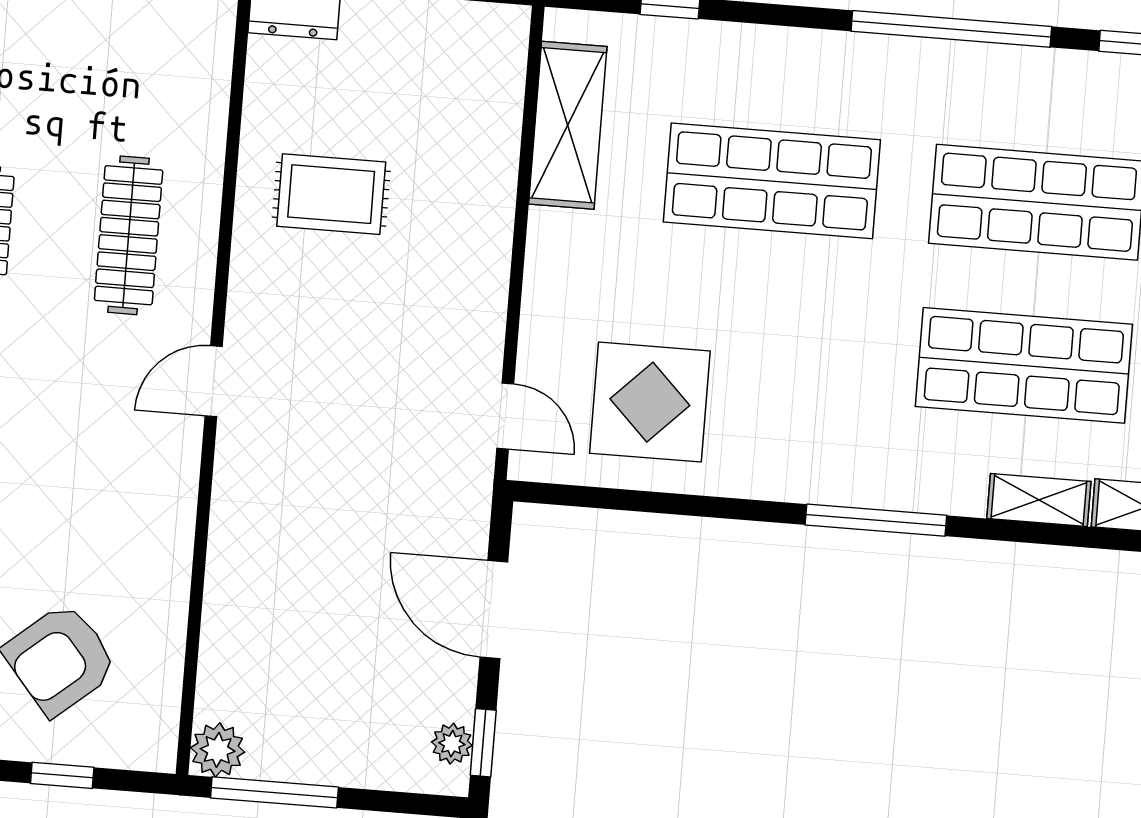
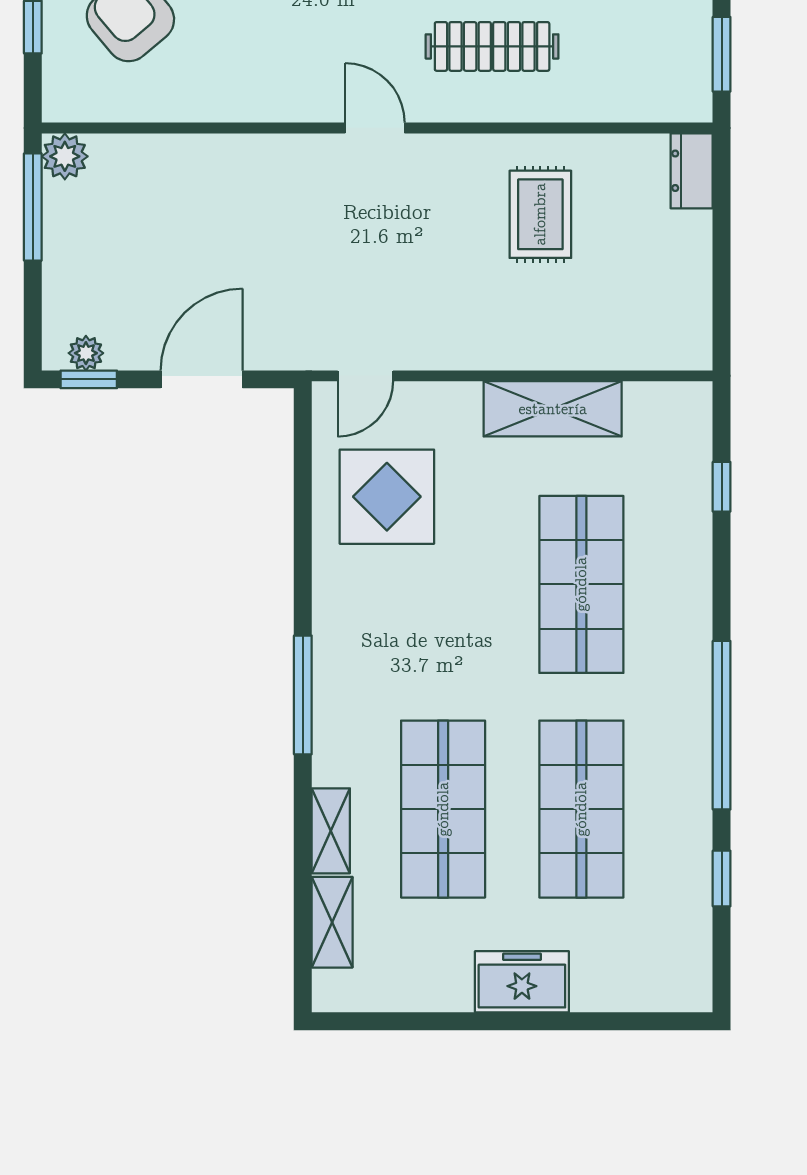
shelving: (568, 125) -> (553, 409), moved

